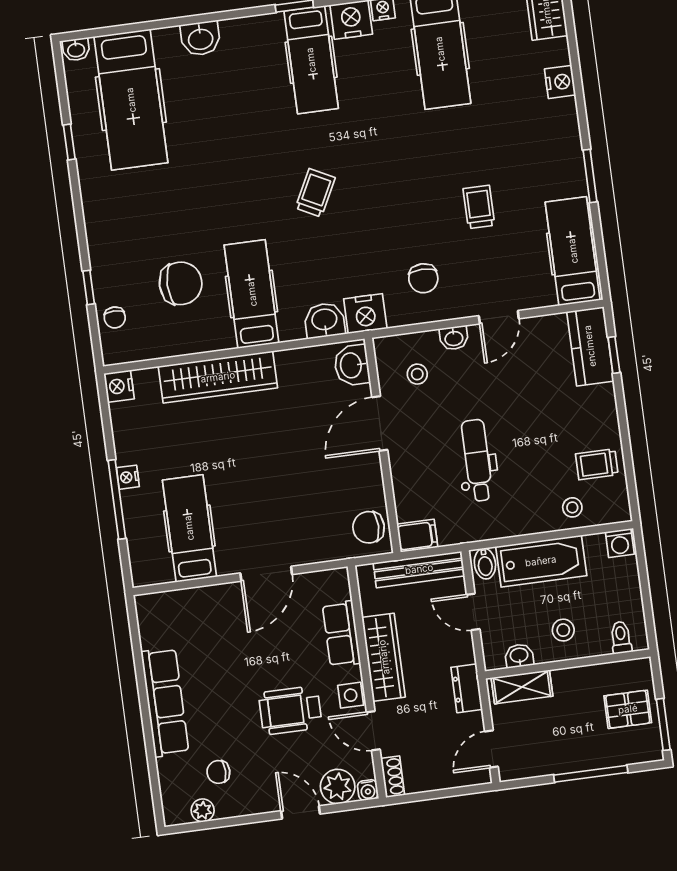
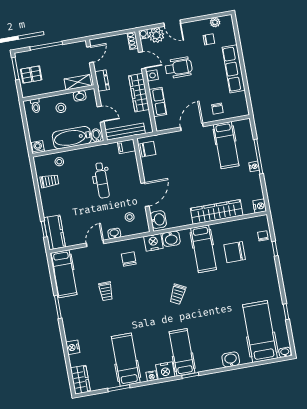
chair: (206, 613) -> (217, 109), added

